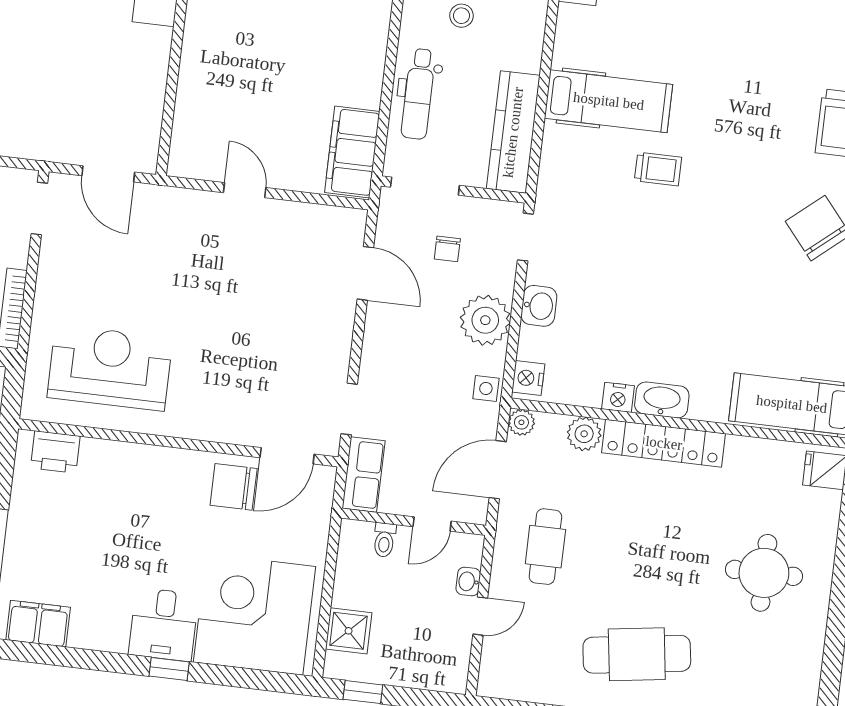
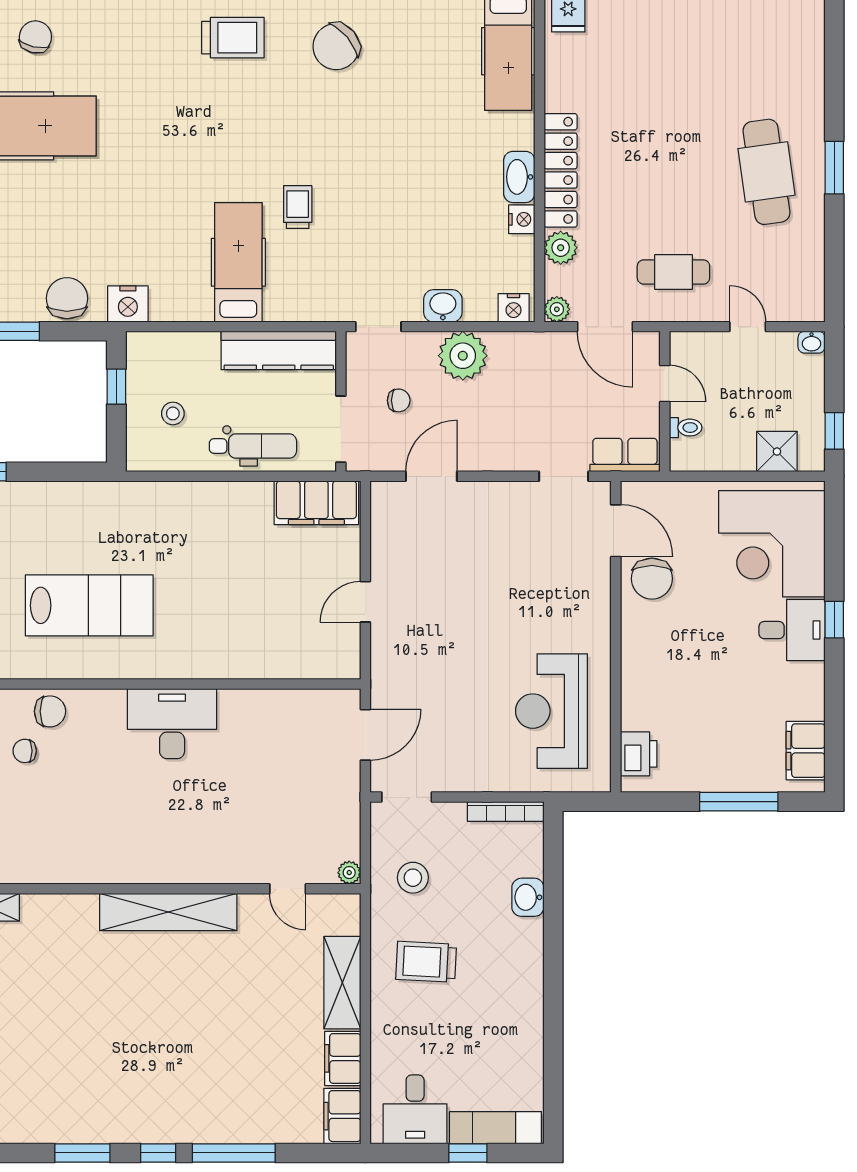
side table: (486, 388) -> (528, 347), removed
round table: (764, 573) -> (674, 59), removed
washbasin: (468, 582) -> (812, 342), moved

